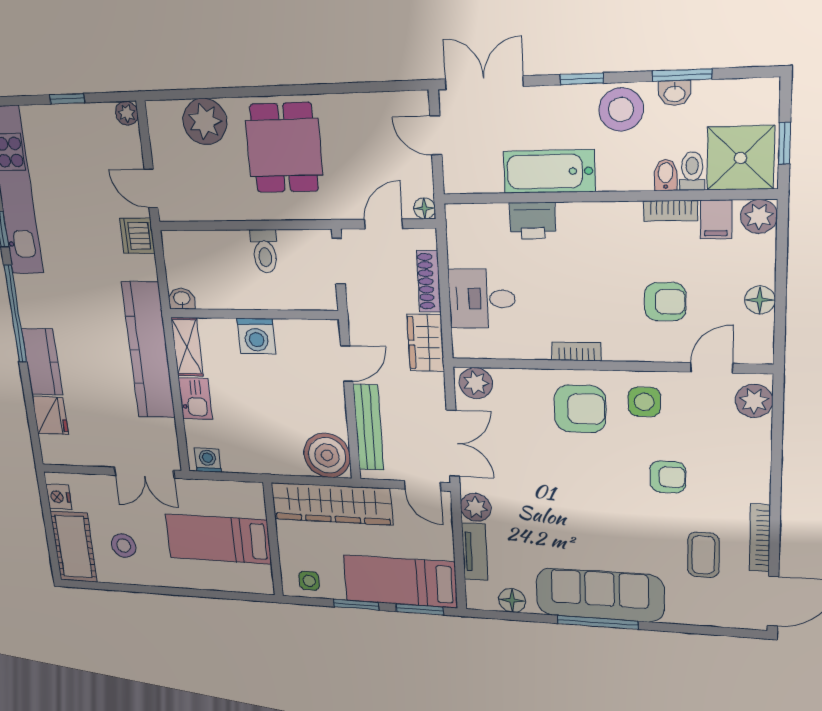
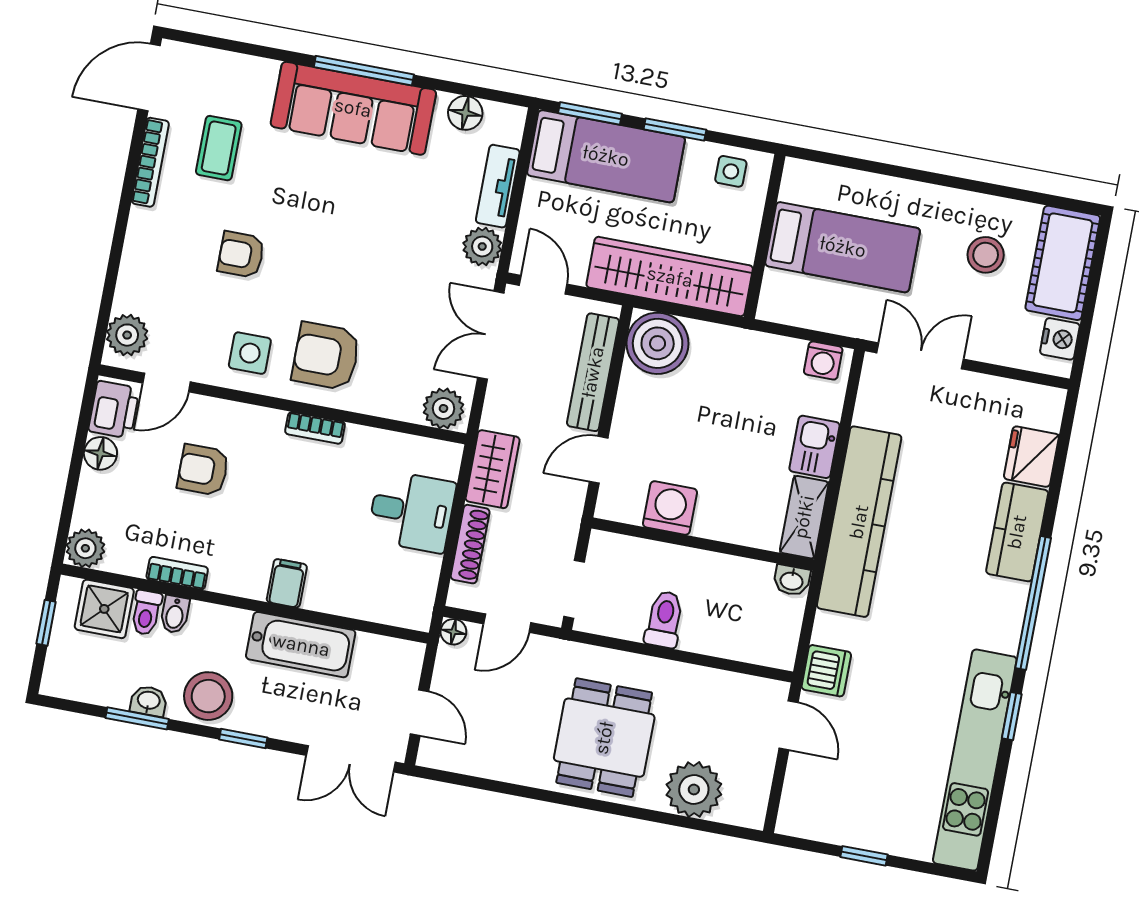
plant: (127, 113) -> (791, 821), removed
shower: (741, 158) -> (104, 609), width x0.73, depth x0.73
filing cabinet: (716, 220) -> (287, 583), moved
printer: (533, 221) -> (114, 410), moved, turned 90
washing machine: (256, 336) -> (670, 508), moved

